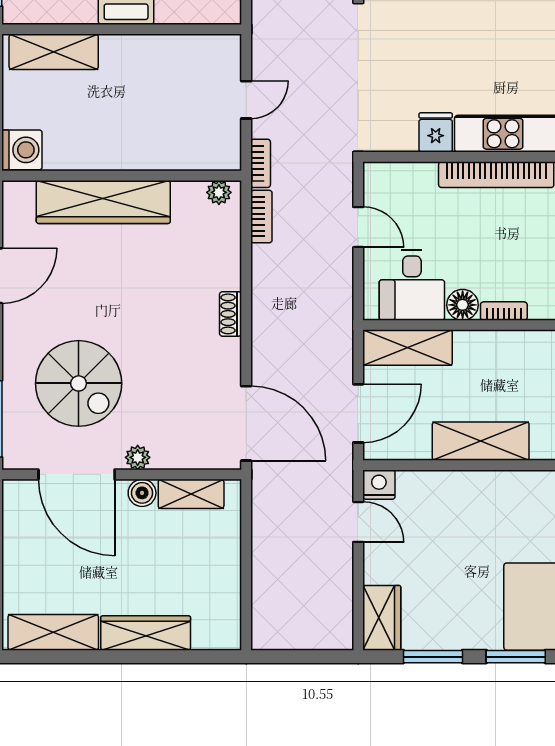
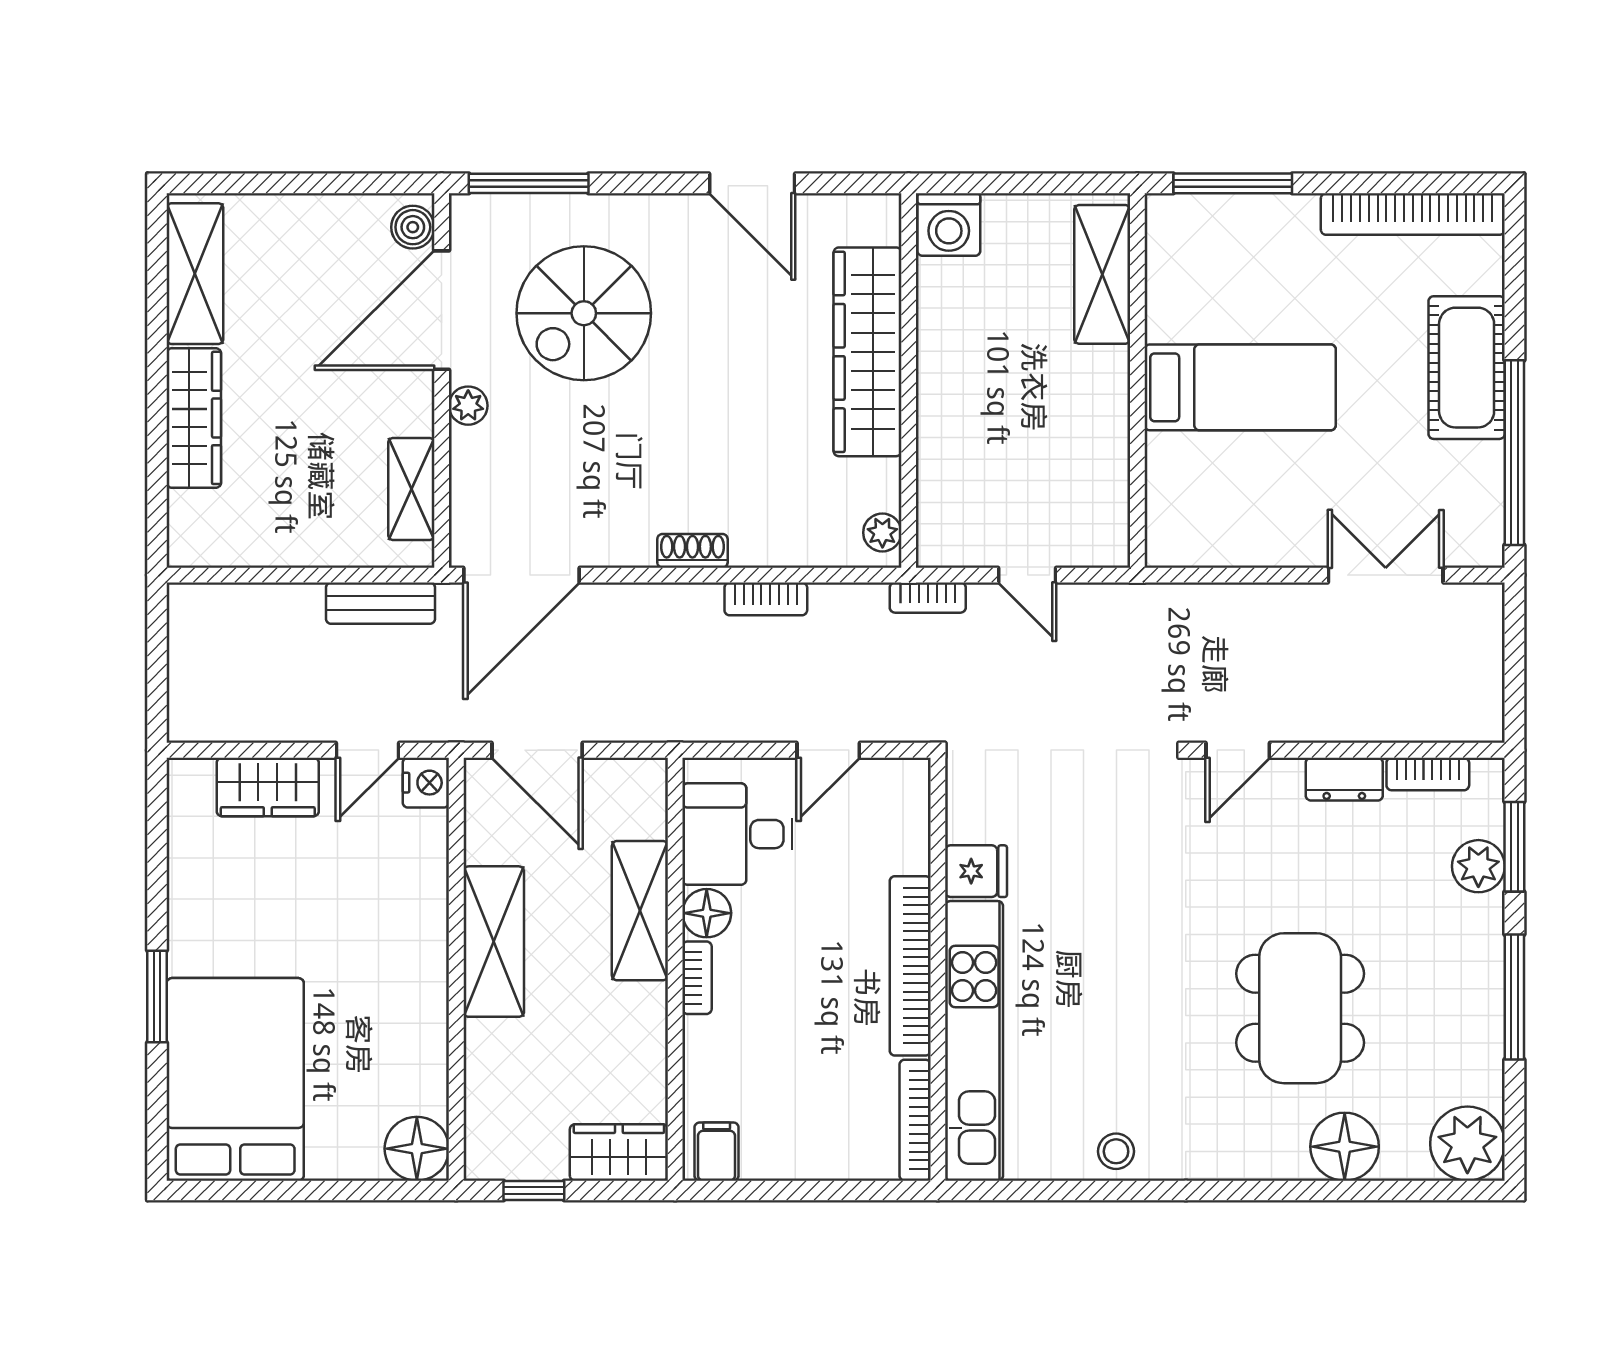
bookcase: (261, 217) -> (766, 599), moved
shelving: (408, 348) -> (640, 911), moved
boiler: (142, 493) -> (413, 227), moved
bench: (264, 514) -> (380, 603), added
wardrobe: (382, 618) -> (268, 787), moved
window: (433, 657) -> (157, 867), removed

